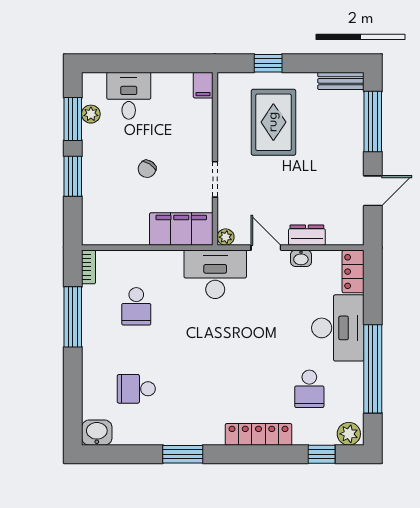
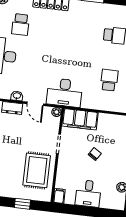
desk: (129, 96) -> (88, 193), moved
rug: (273, 122) -> (37, 170), moved
school desk: (309, 389) -> (21, 24), turned 180

